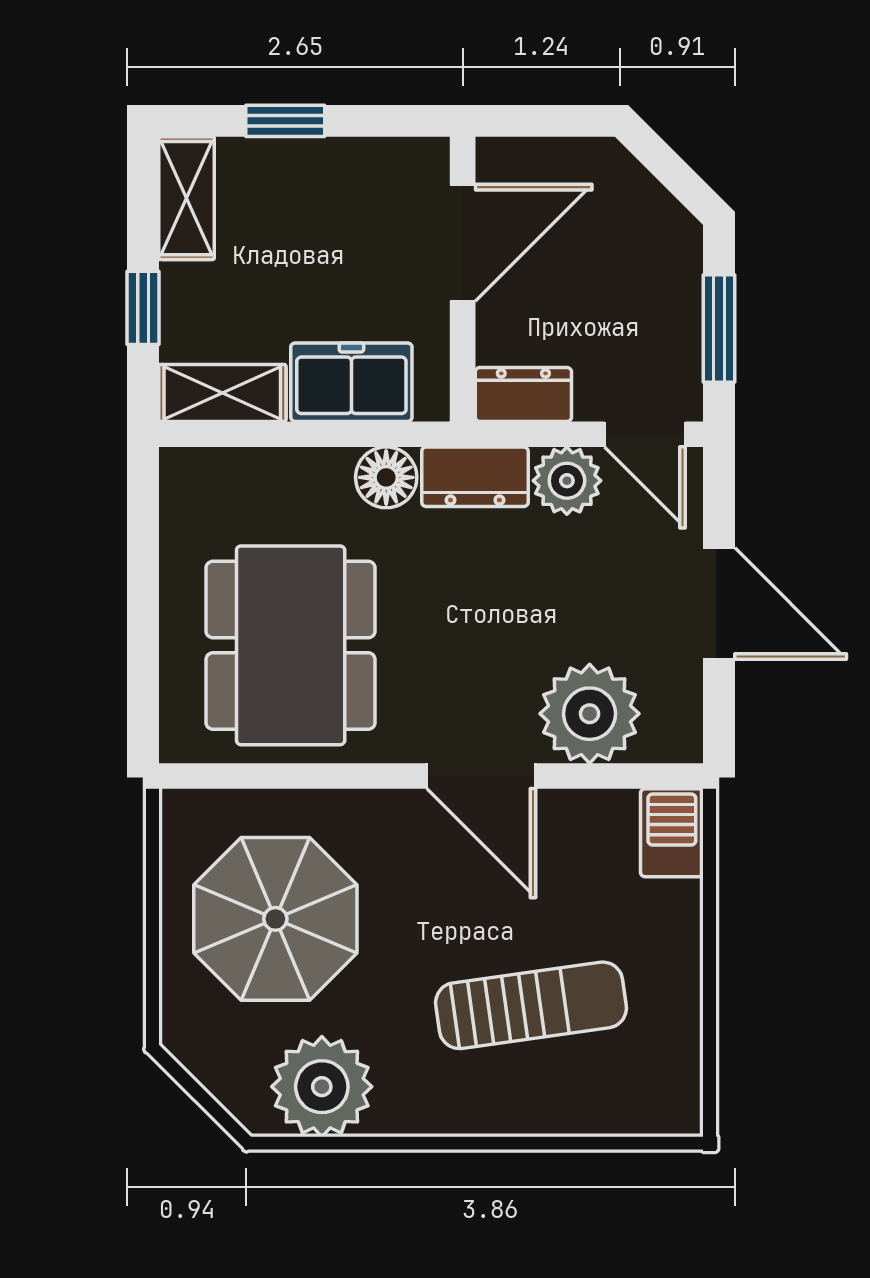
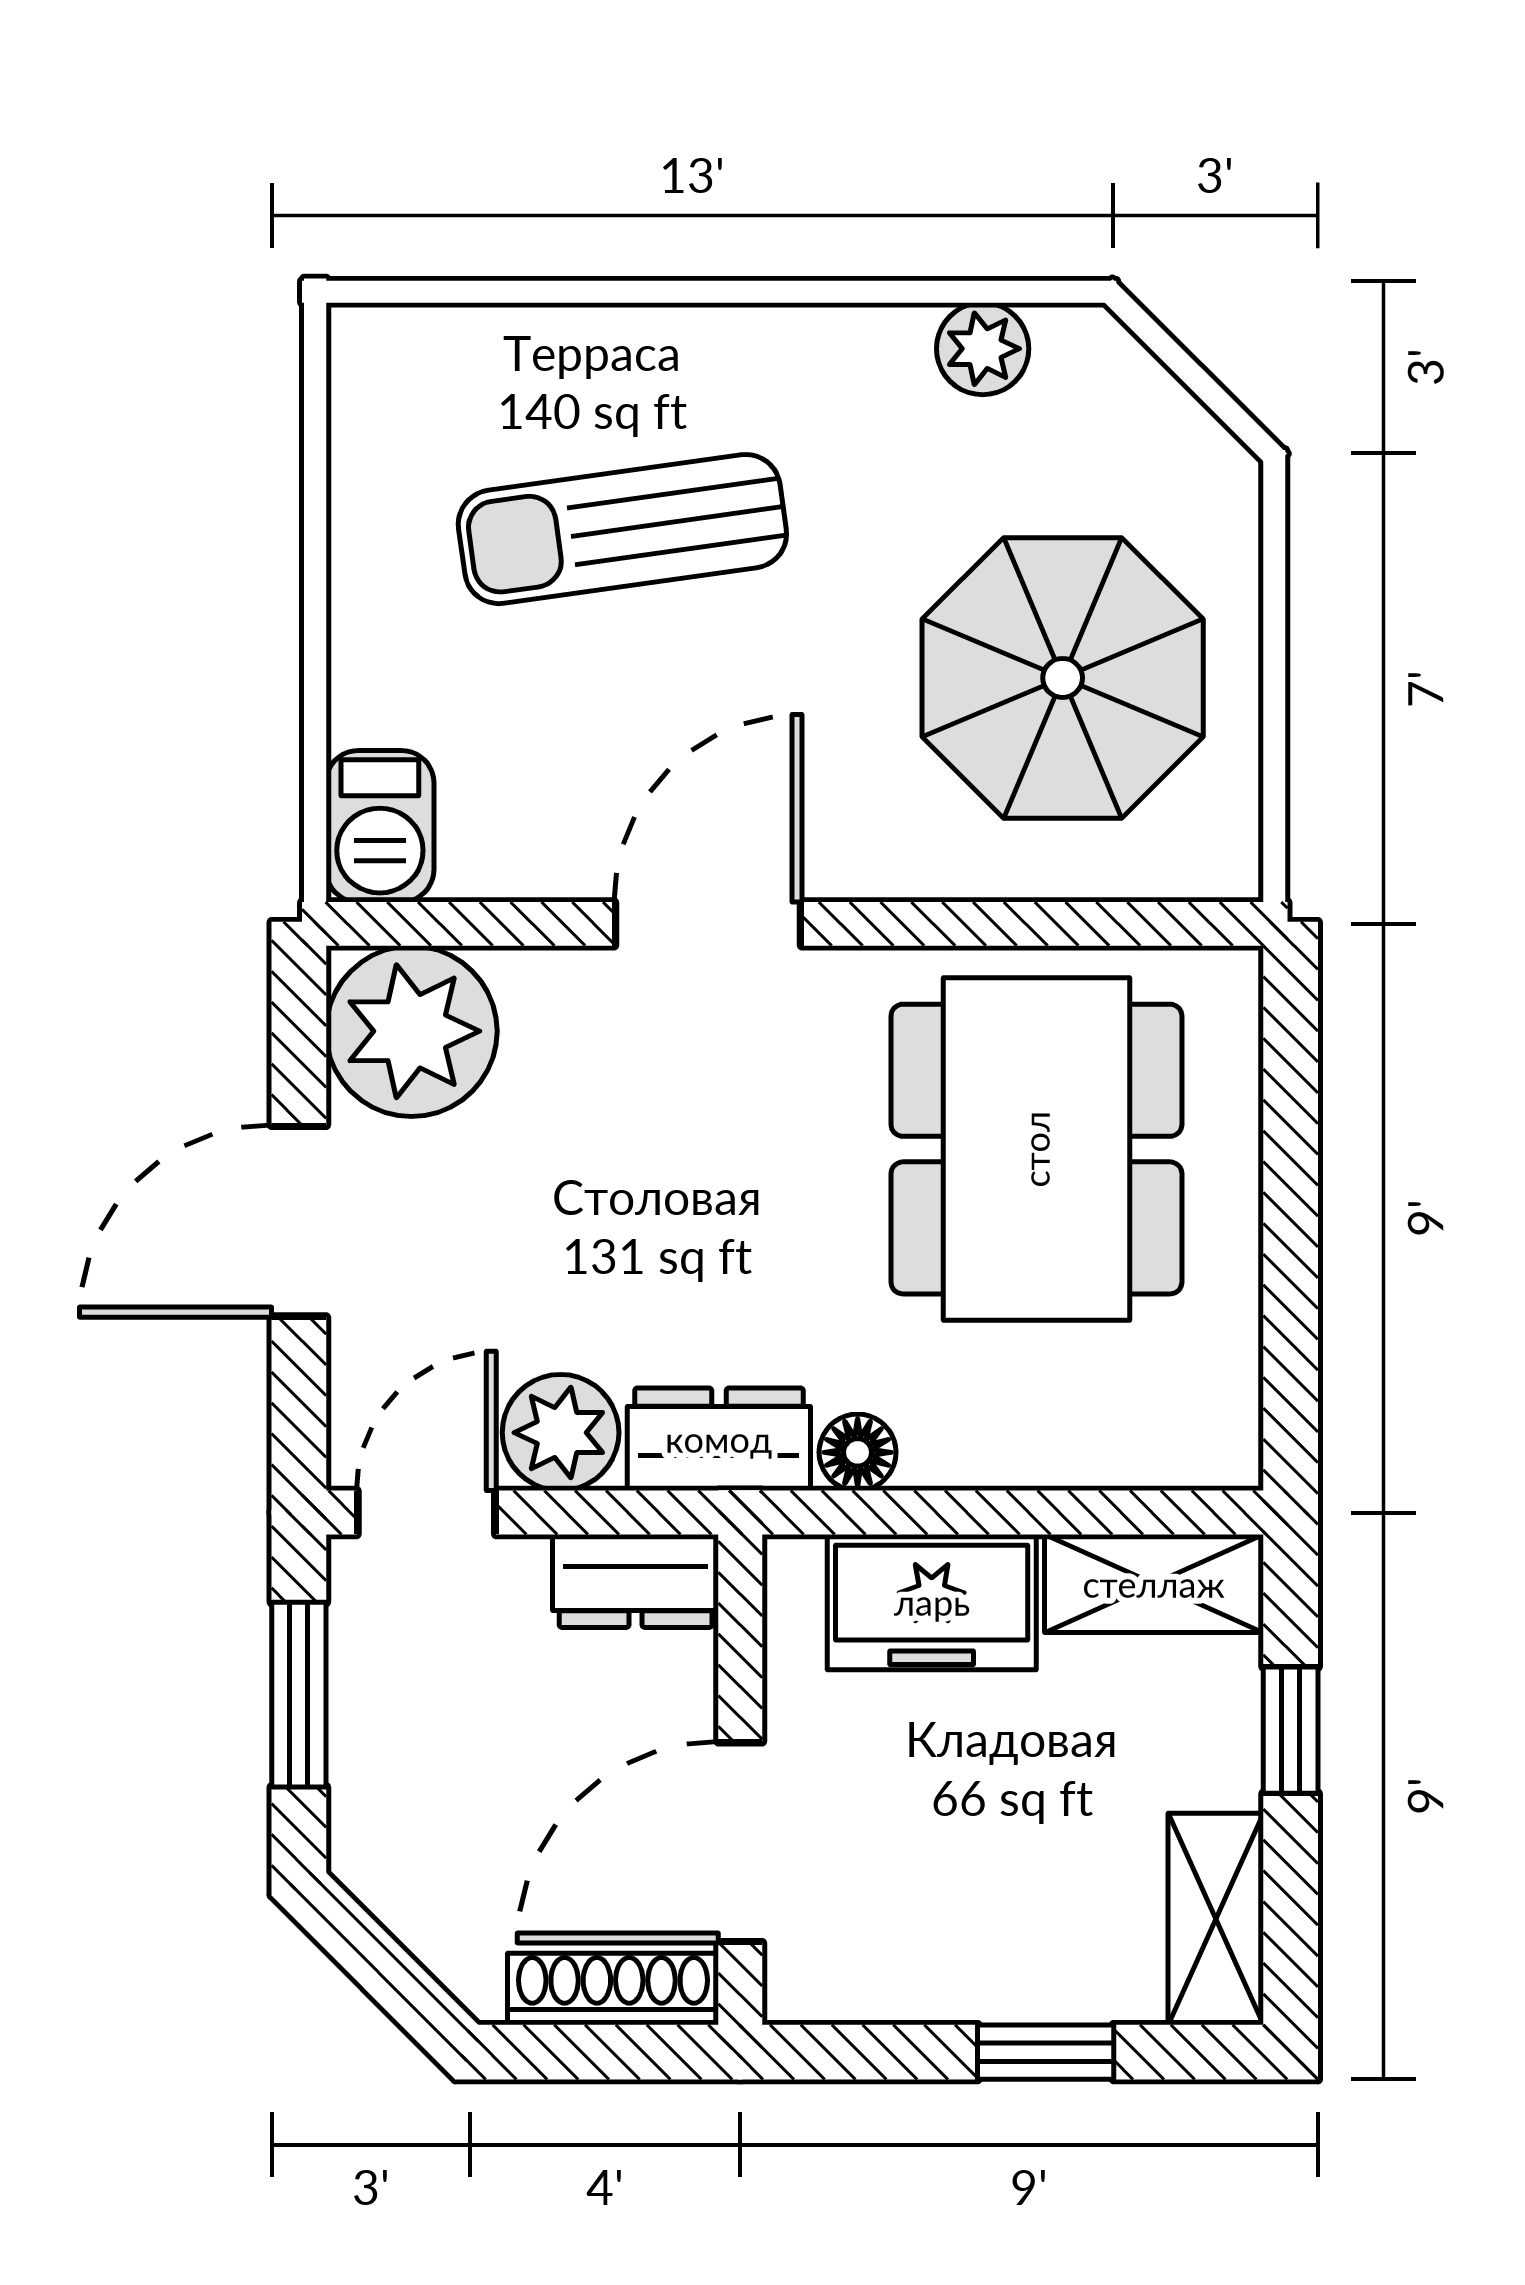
shoe rack: (536, 158) -> (613, 1989), added
door: (645, 434) -> (426, 1513), hinge flipped
floor lamp: (386, 477) -> (858, 1452), width x0.73, depth x0.73
door: (719, 603) -> (299, 1221), hinge flipped
plant: (590, 714) -> (412, 1031), moved
door: (481, 776) -> (708, 924), hinge flipped
plant: (322, 1087) -> (983, 349), width x0.53, depth x0.53

